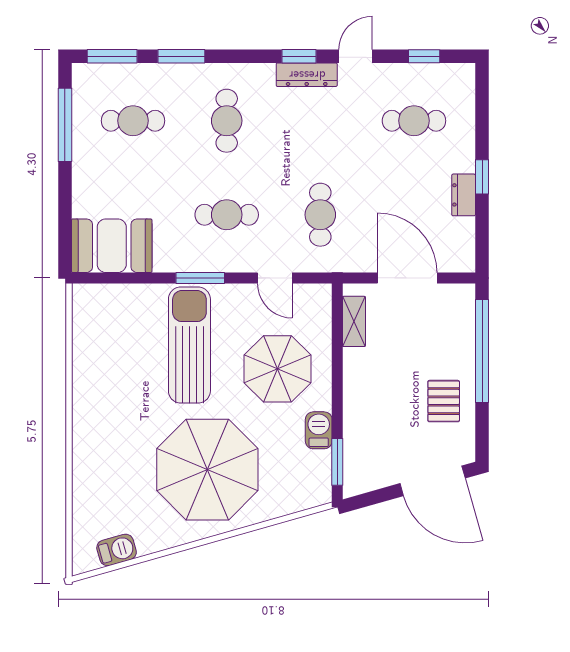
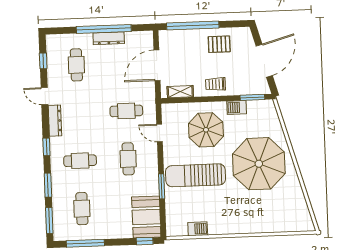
window: (299, 56) -> (46, 147), moved
window: (482, 177) -> (104, 29), width x3.17
dresser: (464, 195) -> (109, 38), width x1.44
window: (65, 241) -> (145, 241), added
window: (200, 278) -> (162, 186), moved
door: (275, 278) -> (160, 133), swing flipped
trolley: (366, 391) -> (216, 84), added
door: (433, 481) -> (264, 61), moved
barbecue: (117, 550) -> (198, 229), moved, turned 106

